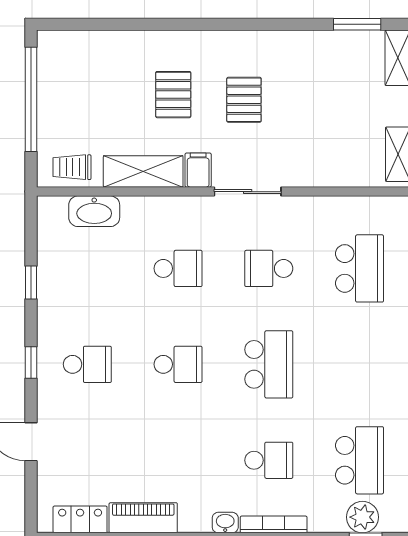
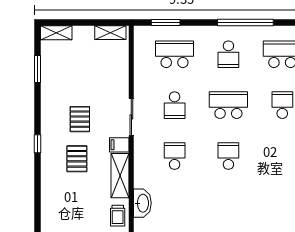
window: (200, 24) -> (37, 144), added
window: (357, 24) -> (37, 69), moved
pallet: (173, 95) -> (77, 159), turned 90
pallet: (244, 100) -> (80, 119), turned 90
school desk: (87, 364) -> (228, 54), moved, turned 180

